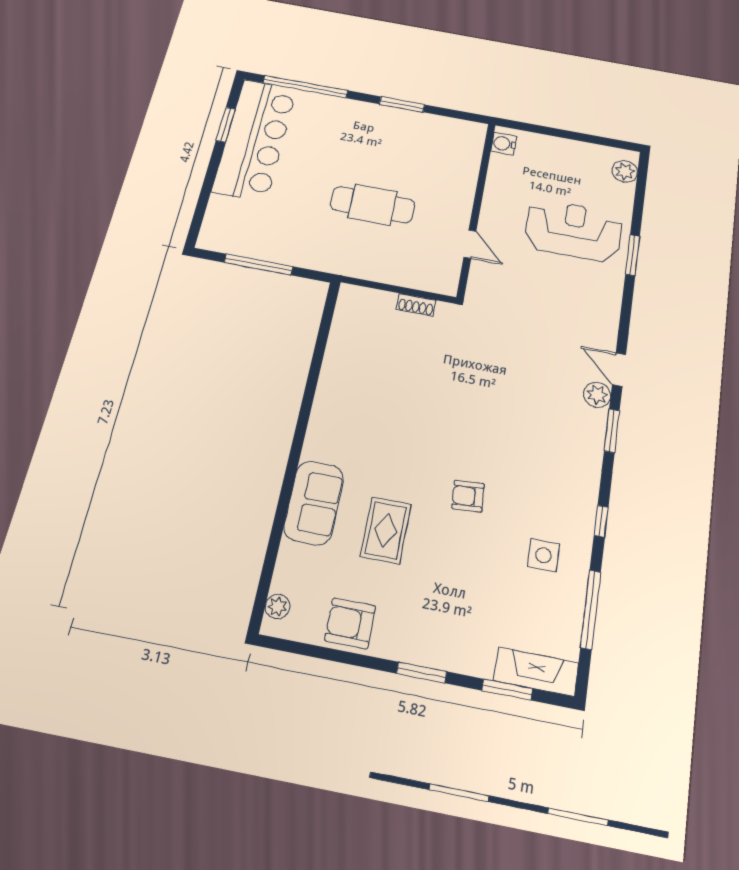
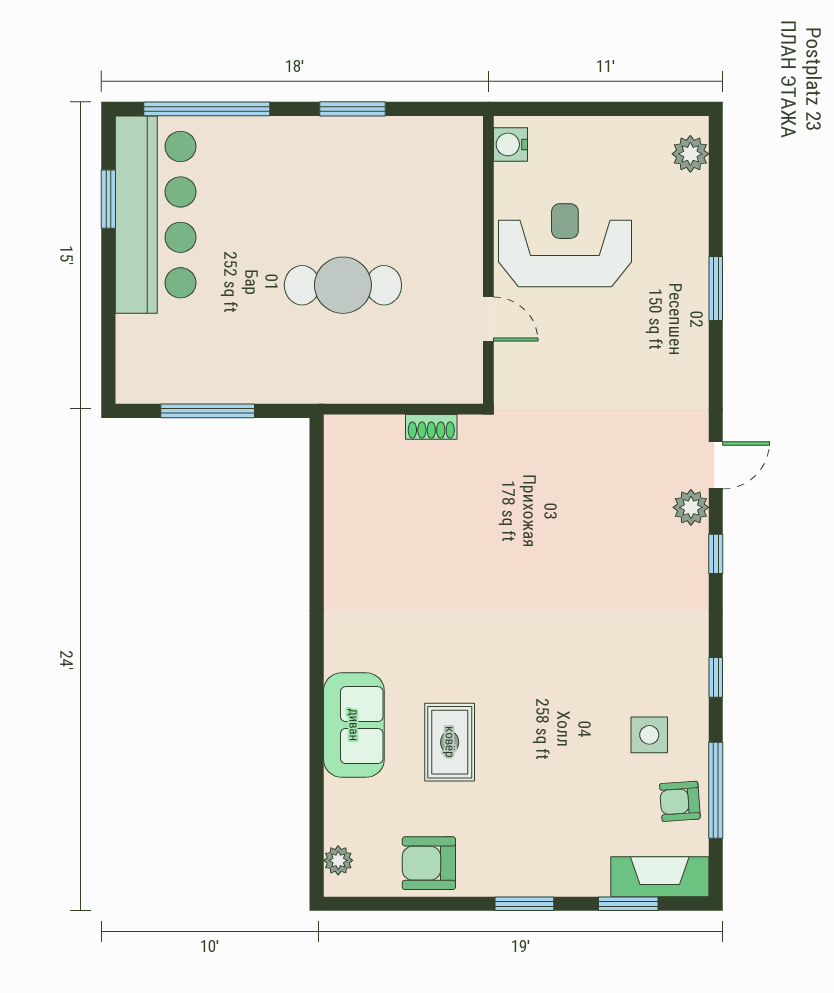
reception desk: (574, 230) -> (565, 245), moved
door: (619, 370) -> (716, 465), swing flipped
window: (612, 431) -> (716, 554), width x0.67
armchair: (468, 496) -> (680, 801), moved

